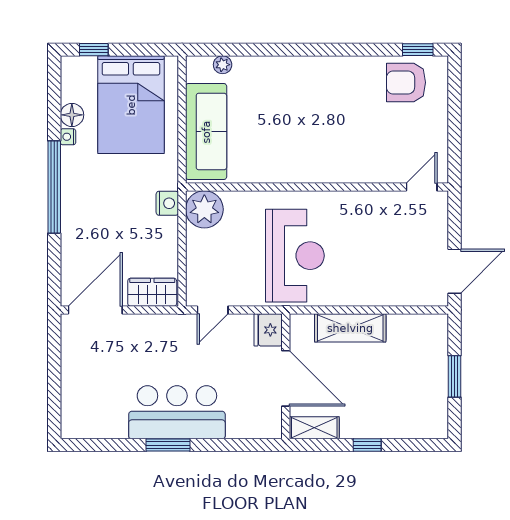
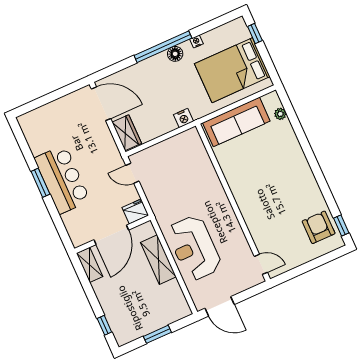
floor lamp: (72, 115) -> (175, 54), moved
plant: (204, 209) -> (190, 142), removed
reception desk: (295, 256) -> (194, 248), moved, turned 90
window: (367, 445) -> (104, 325), moved

